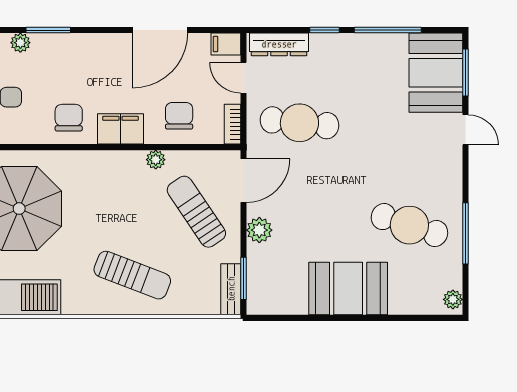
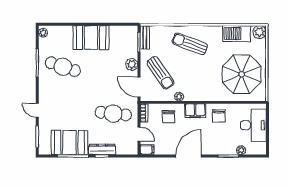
door: (160, 30) -> (188, 156), moved
dresser: (279, 44) -> (102, 149), moved
booth: (436, 73) -> (70, 142), moved, turned 90
door: (243, 181) -> (139, 87), hinge flipped

